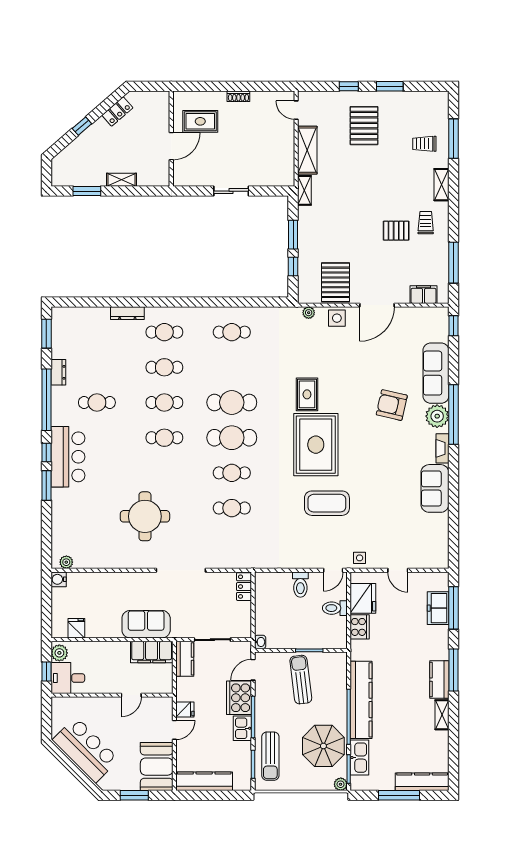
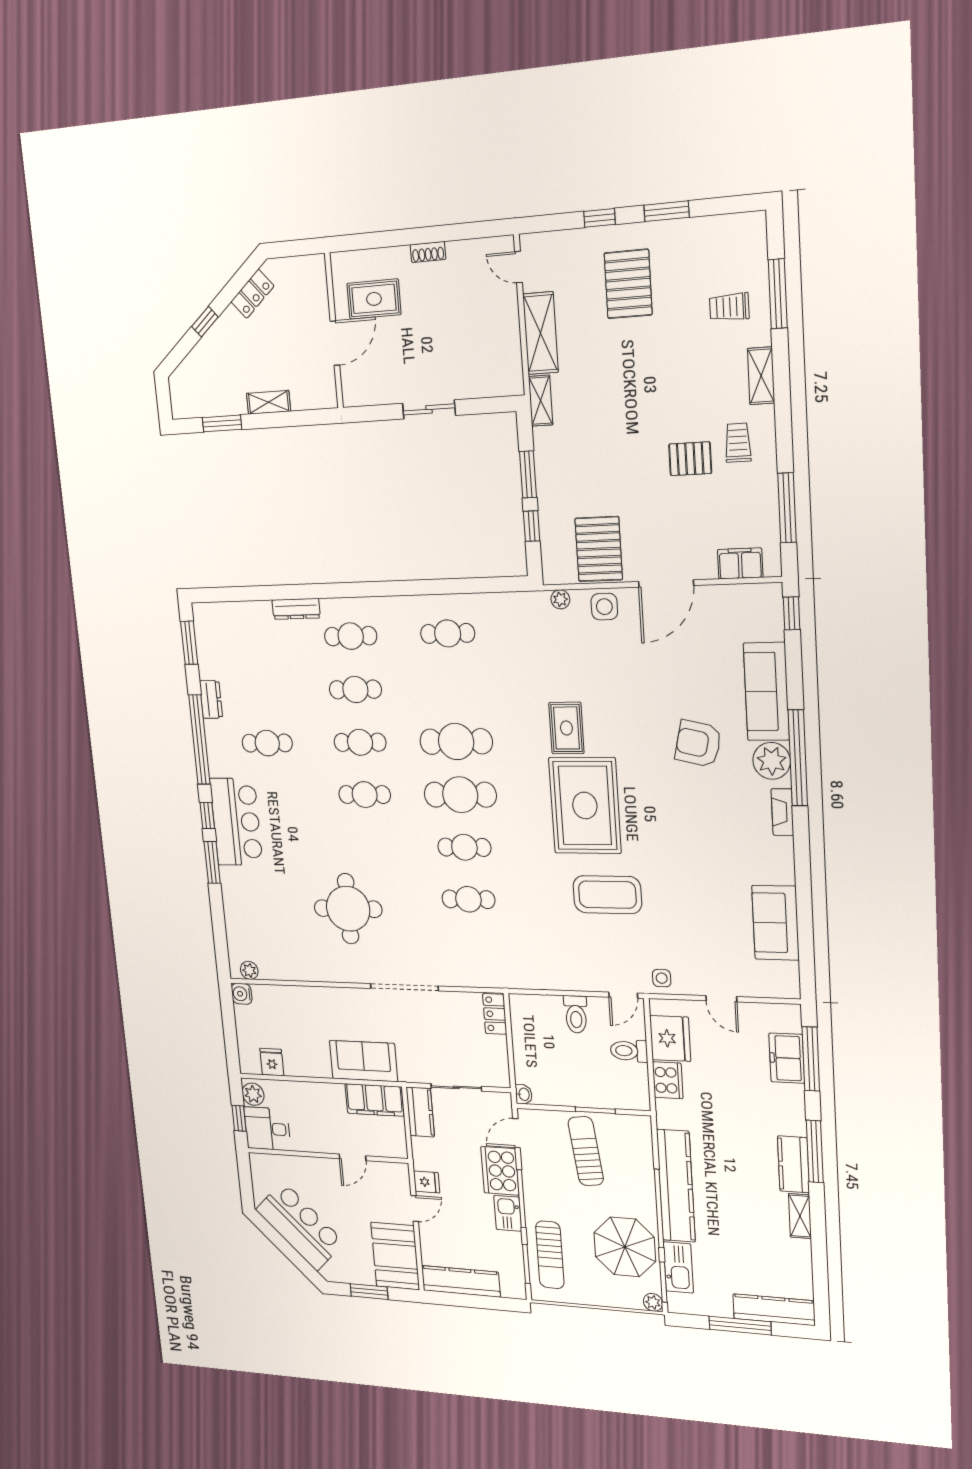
sofa: (435, 488) -> (775, 923), moved

